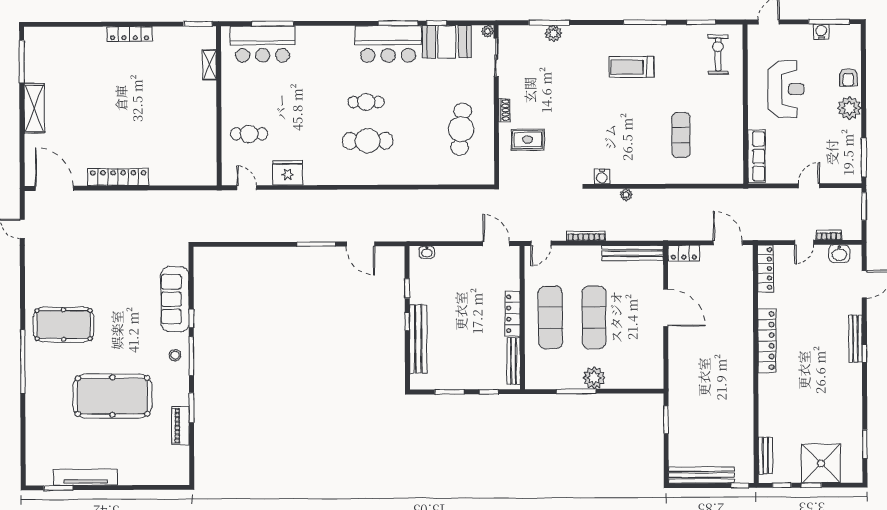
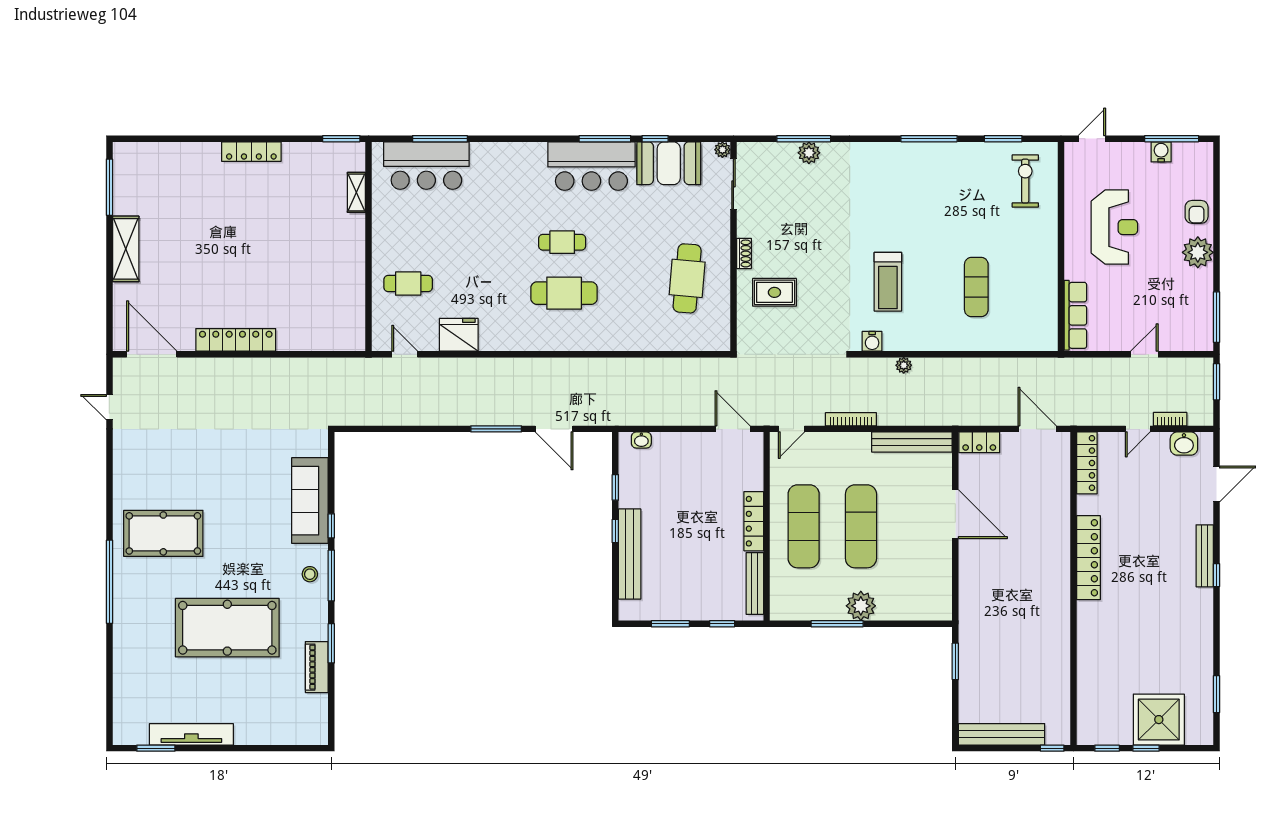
treadmill: (632, 67) -> (888, 282), moved, turned -90
bench: (765, 456) -> (1086, 709), removed

